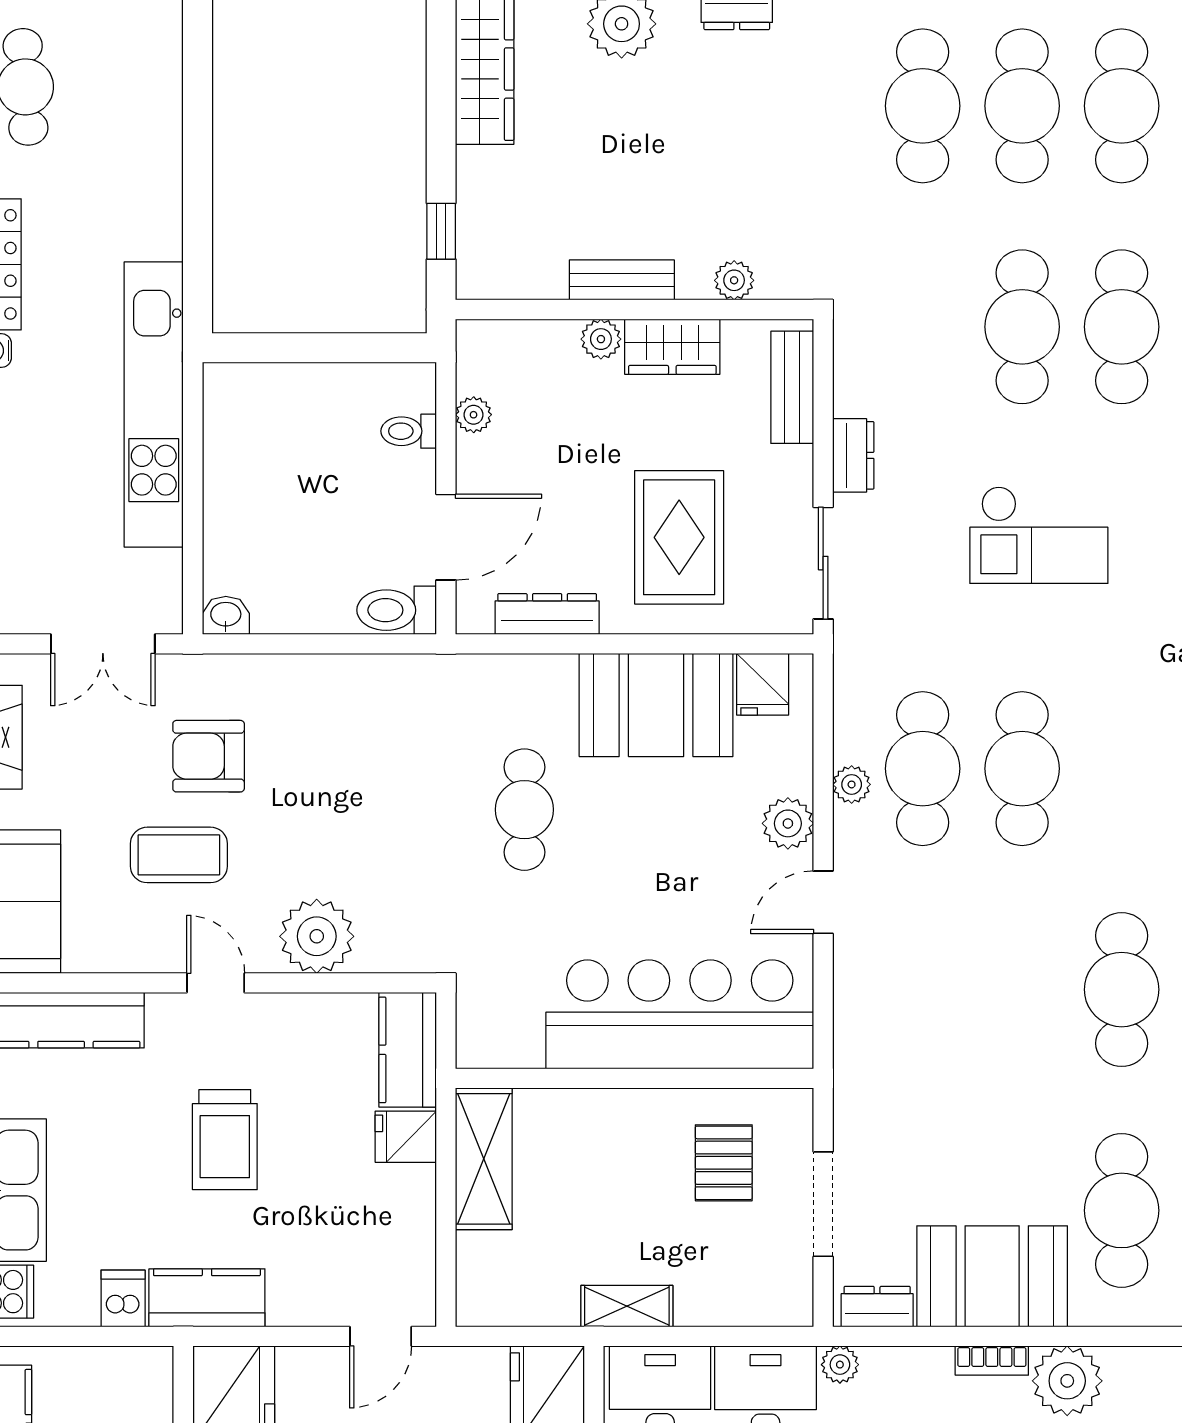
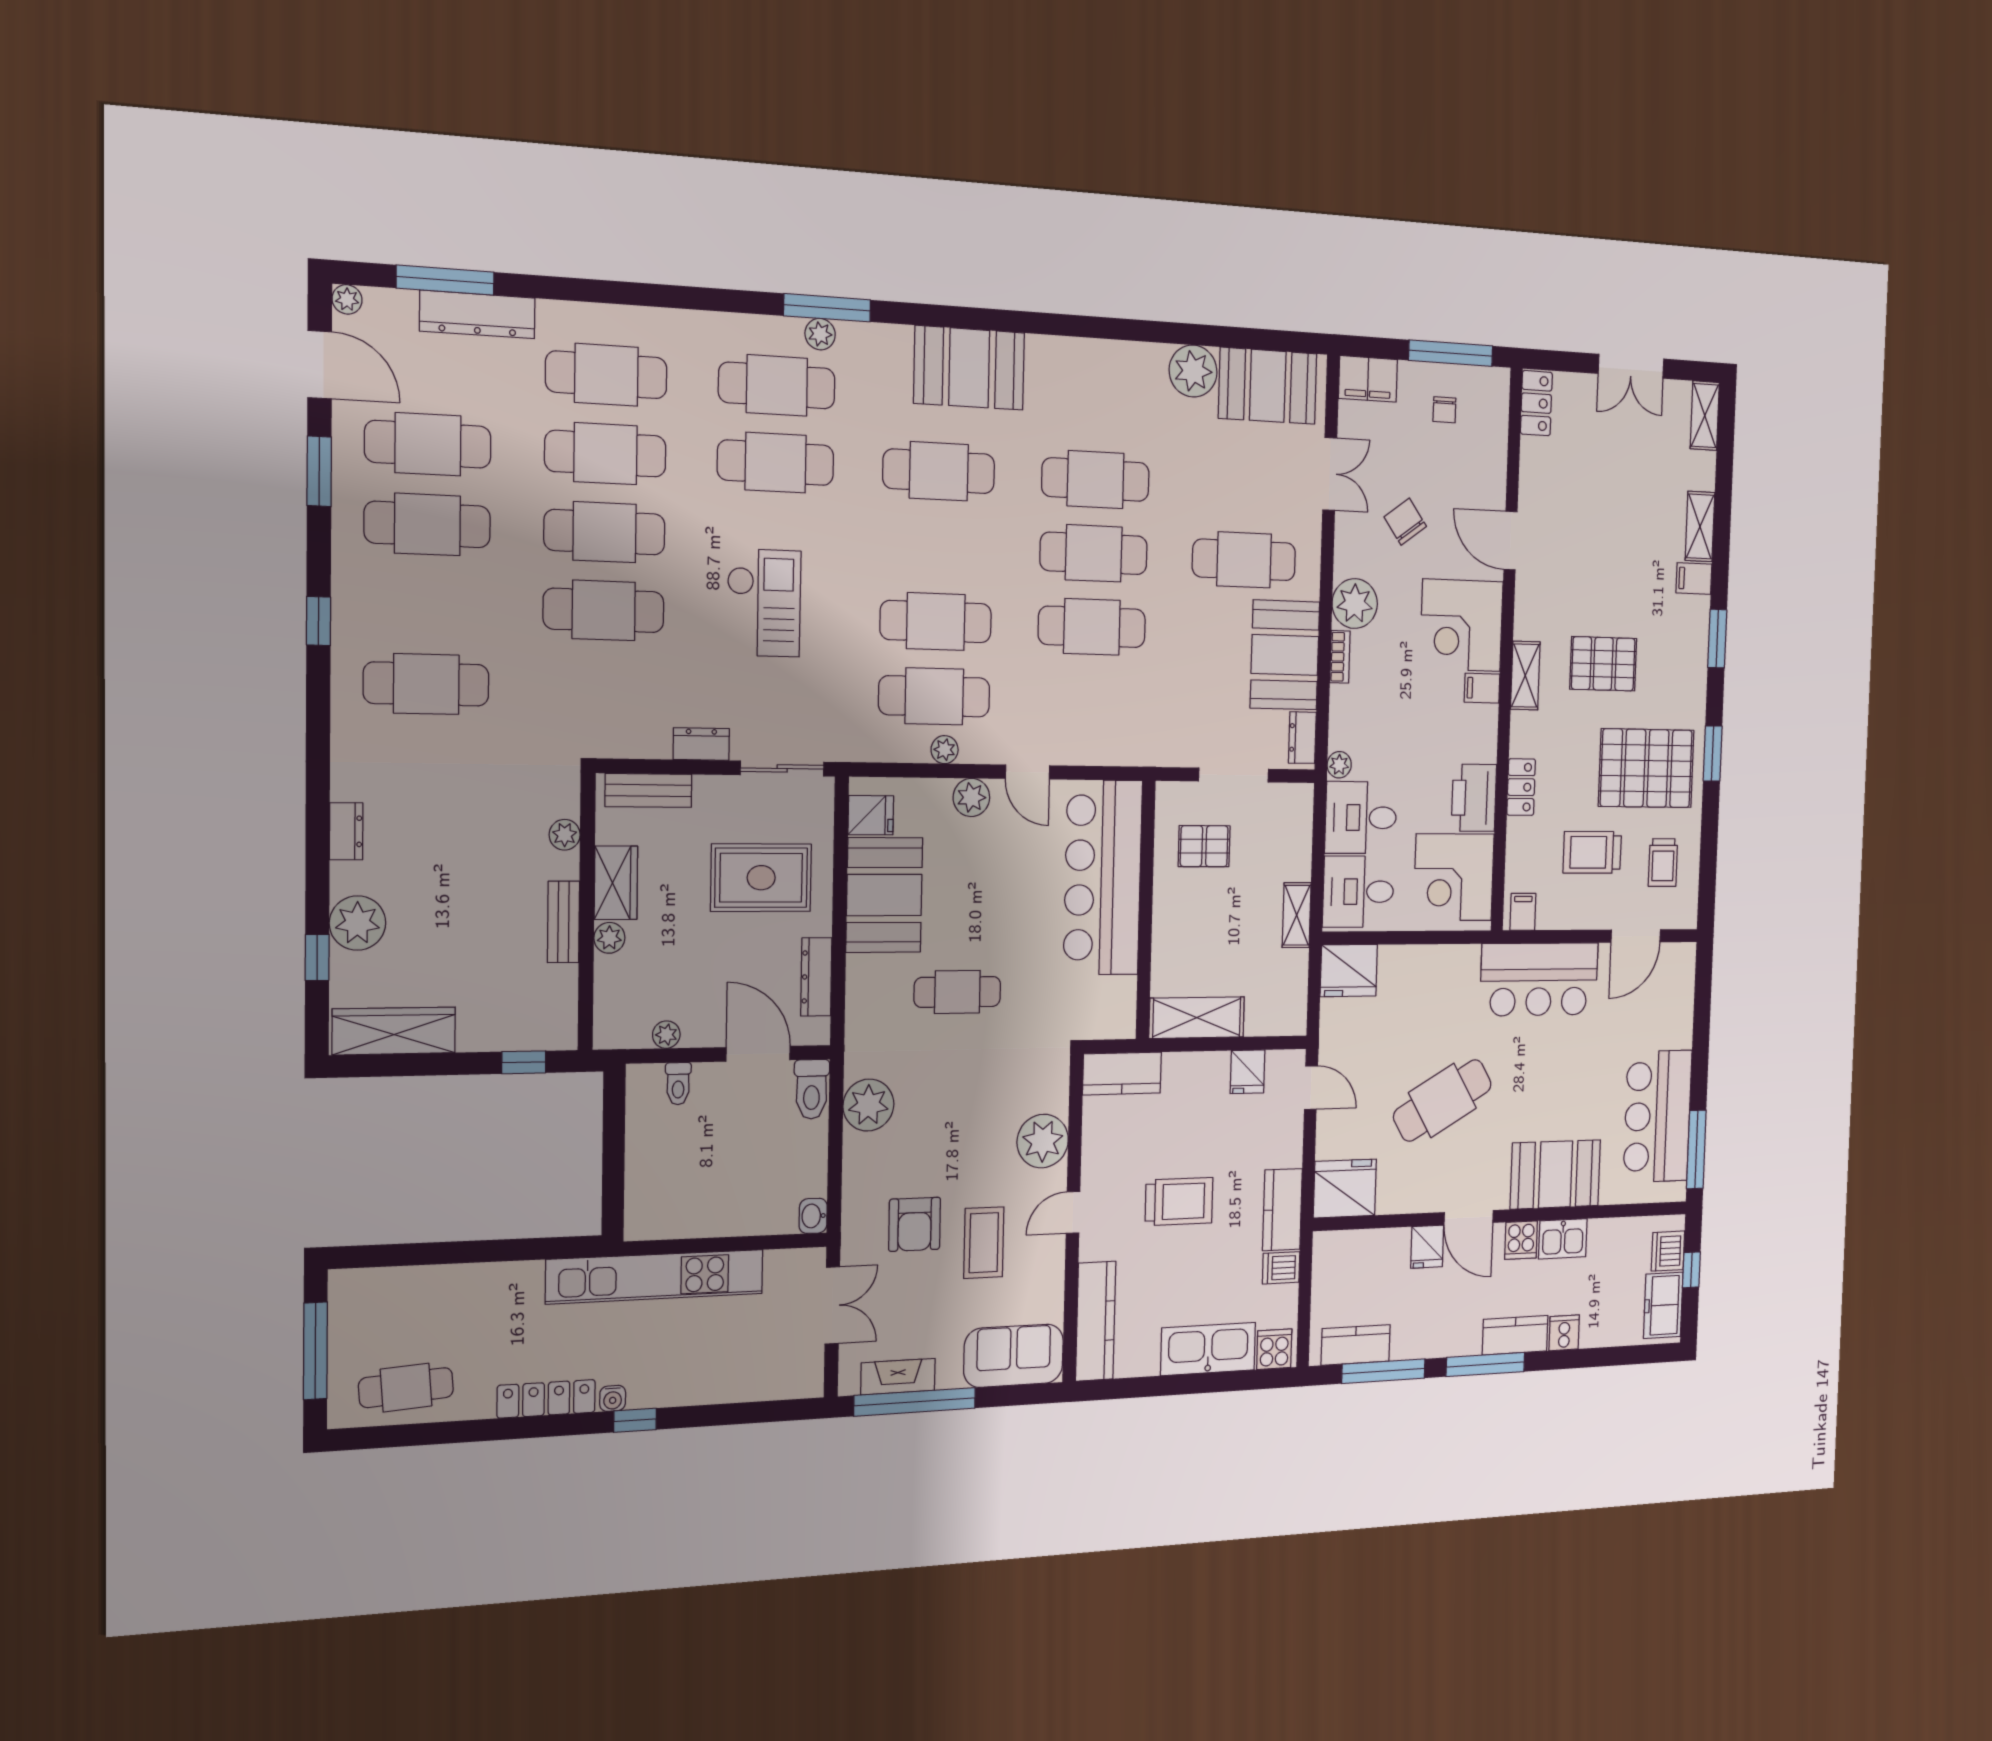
cafe table: (1022, 106) -> (1092, 627), moved
plant: (373, 689) -> (868, 1105), added
fridge: (406, 1137) -> (1247, 1072), moved

